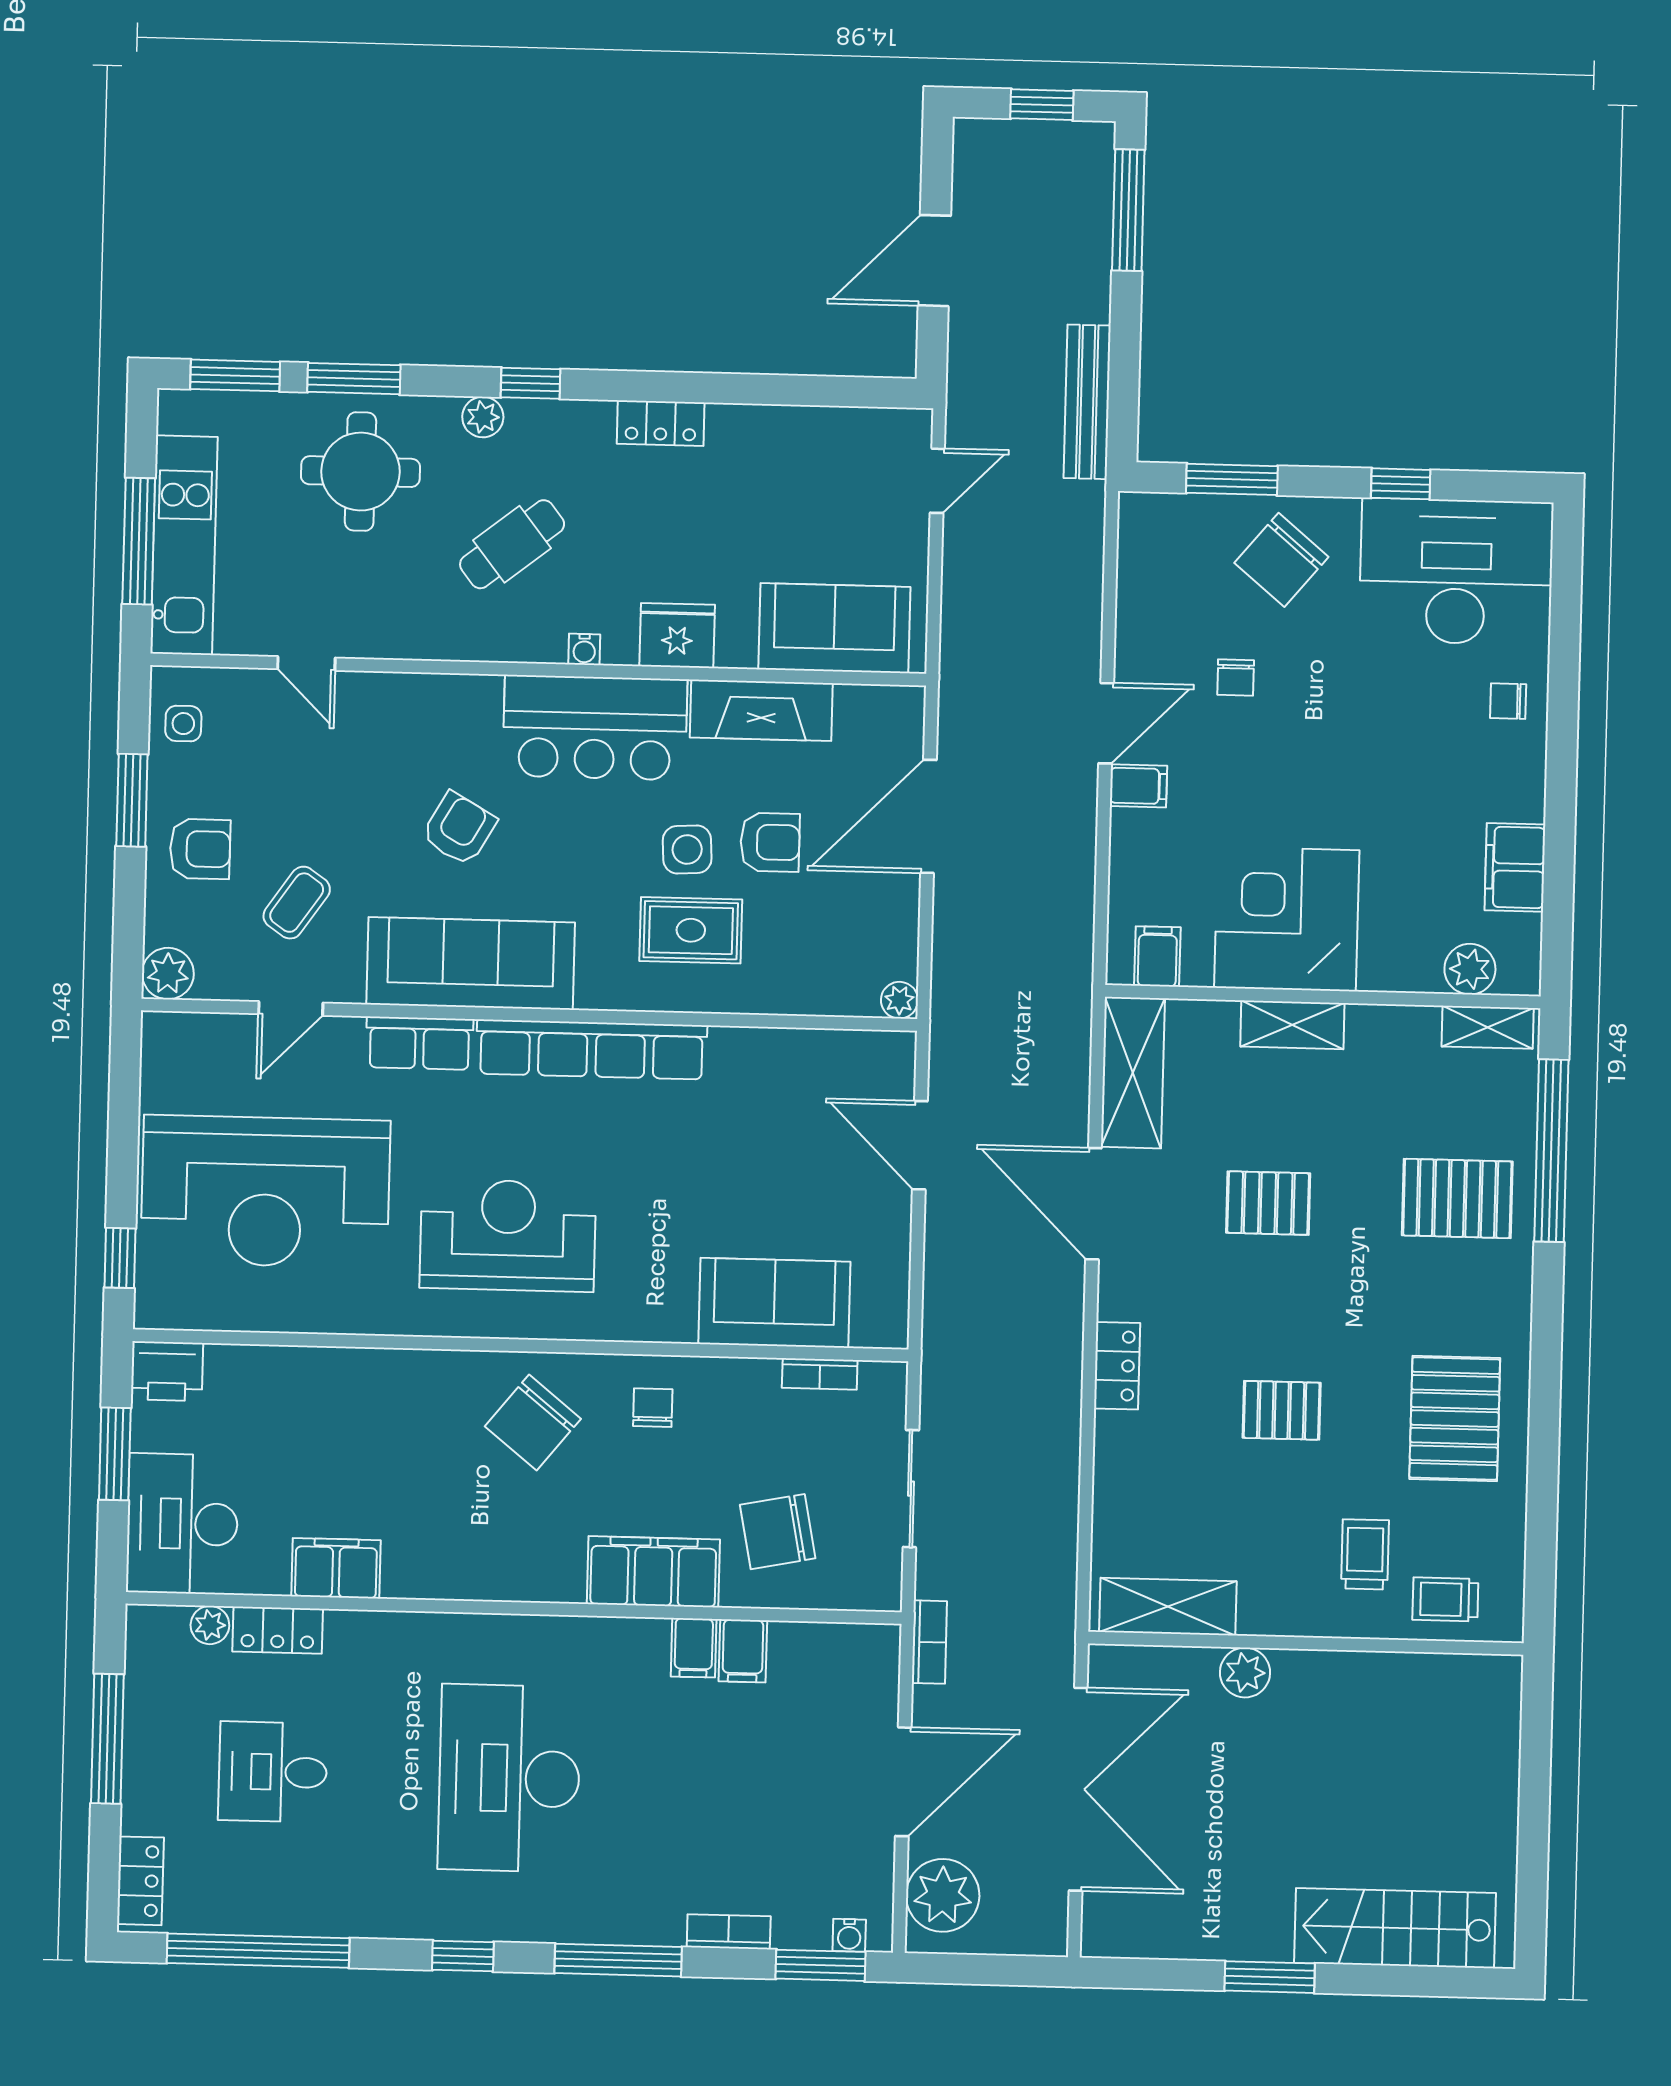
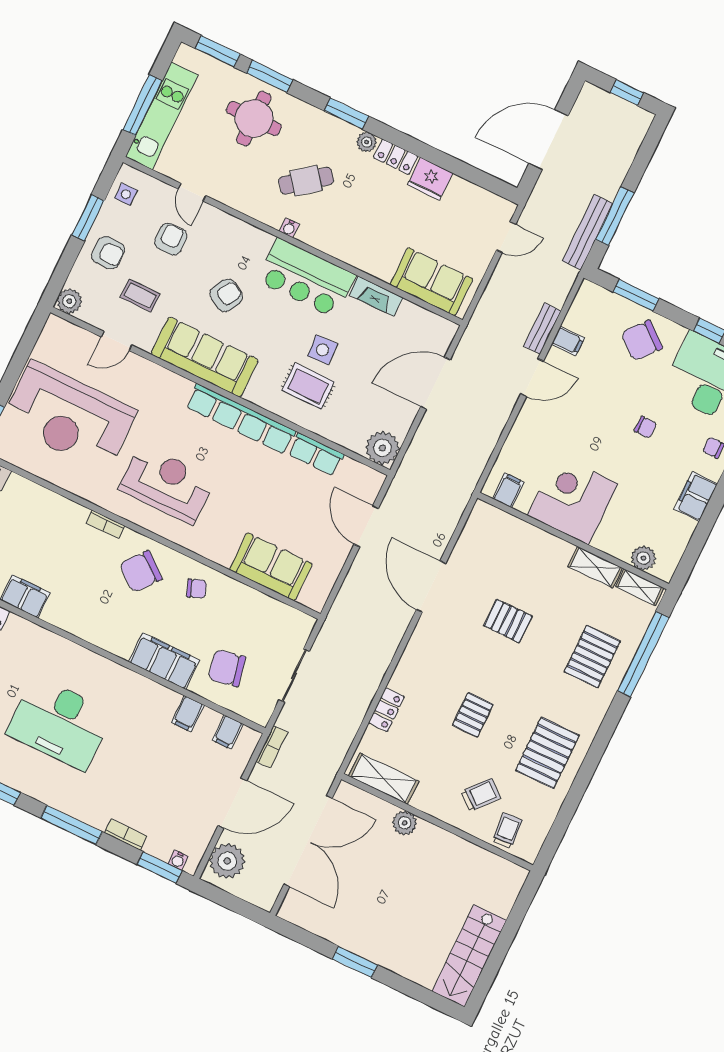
window: (1128, 210) -> (615, 216), moved
door: (934, 261) -> (548, 140), width x1.36
window: (531, 383) -> (346, 113), width x1.50
plant: (483, 417) -> (367, 142), moved
bench: (1084, 622) -> (542, 329), added
fridge: (677, 636) -> (430, 179), moved, turned 180
water cooler: (584, 649) -> (289, 228), moved
chair: (1236, 678) -> (645, 427), moved, turned -90
fireplace: (761, 710) -> (376, 296), width x0.73, depth x0.76
filing cabinet: (1138, 786) -> (568, 341), moved
armchair: (770, 842) -> (171, 239), moved, turned -90
filing cabinet: (1515, 867) -> (696, 496), moved
coffee table: (297, 903) -> (140, 296), turned 55
plant: (899, 1000) -> (382, 448), width x1.88, depth x1.88
shelving: (1292, 1025) -> (595, 567), moved
row of seats: (420, 1043) -> (316, 454), moved
shelving: (1133, 1073) -> (474, 537), removed
pallet: (1457, 1198) -> (592, 657), turned 90
locker: (1117, 1366) -> (386, 710), moved
bookcase: (820, 1374) -> (105, 524), moved
chair: (653, 1408) -> (197, 589), turned 69
pallet: (1282, 1410) -> (473, 715), turned 90
trolley: (1365, 1554) -> (481, 795), turned 40
trolley: (1445, 1599) -> (507, 831), turned 86
filing cabinet: (694, 1648) -> (228, 732), moved
desk: (509, 1778) -> (60, 723), turned -90
stairs: (1395, 1928) -> (469, 956), moved, turned -90

